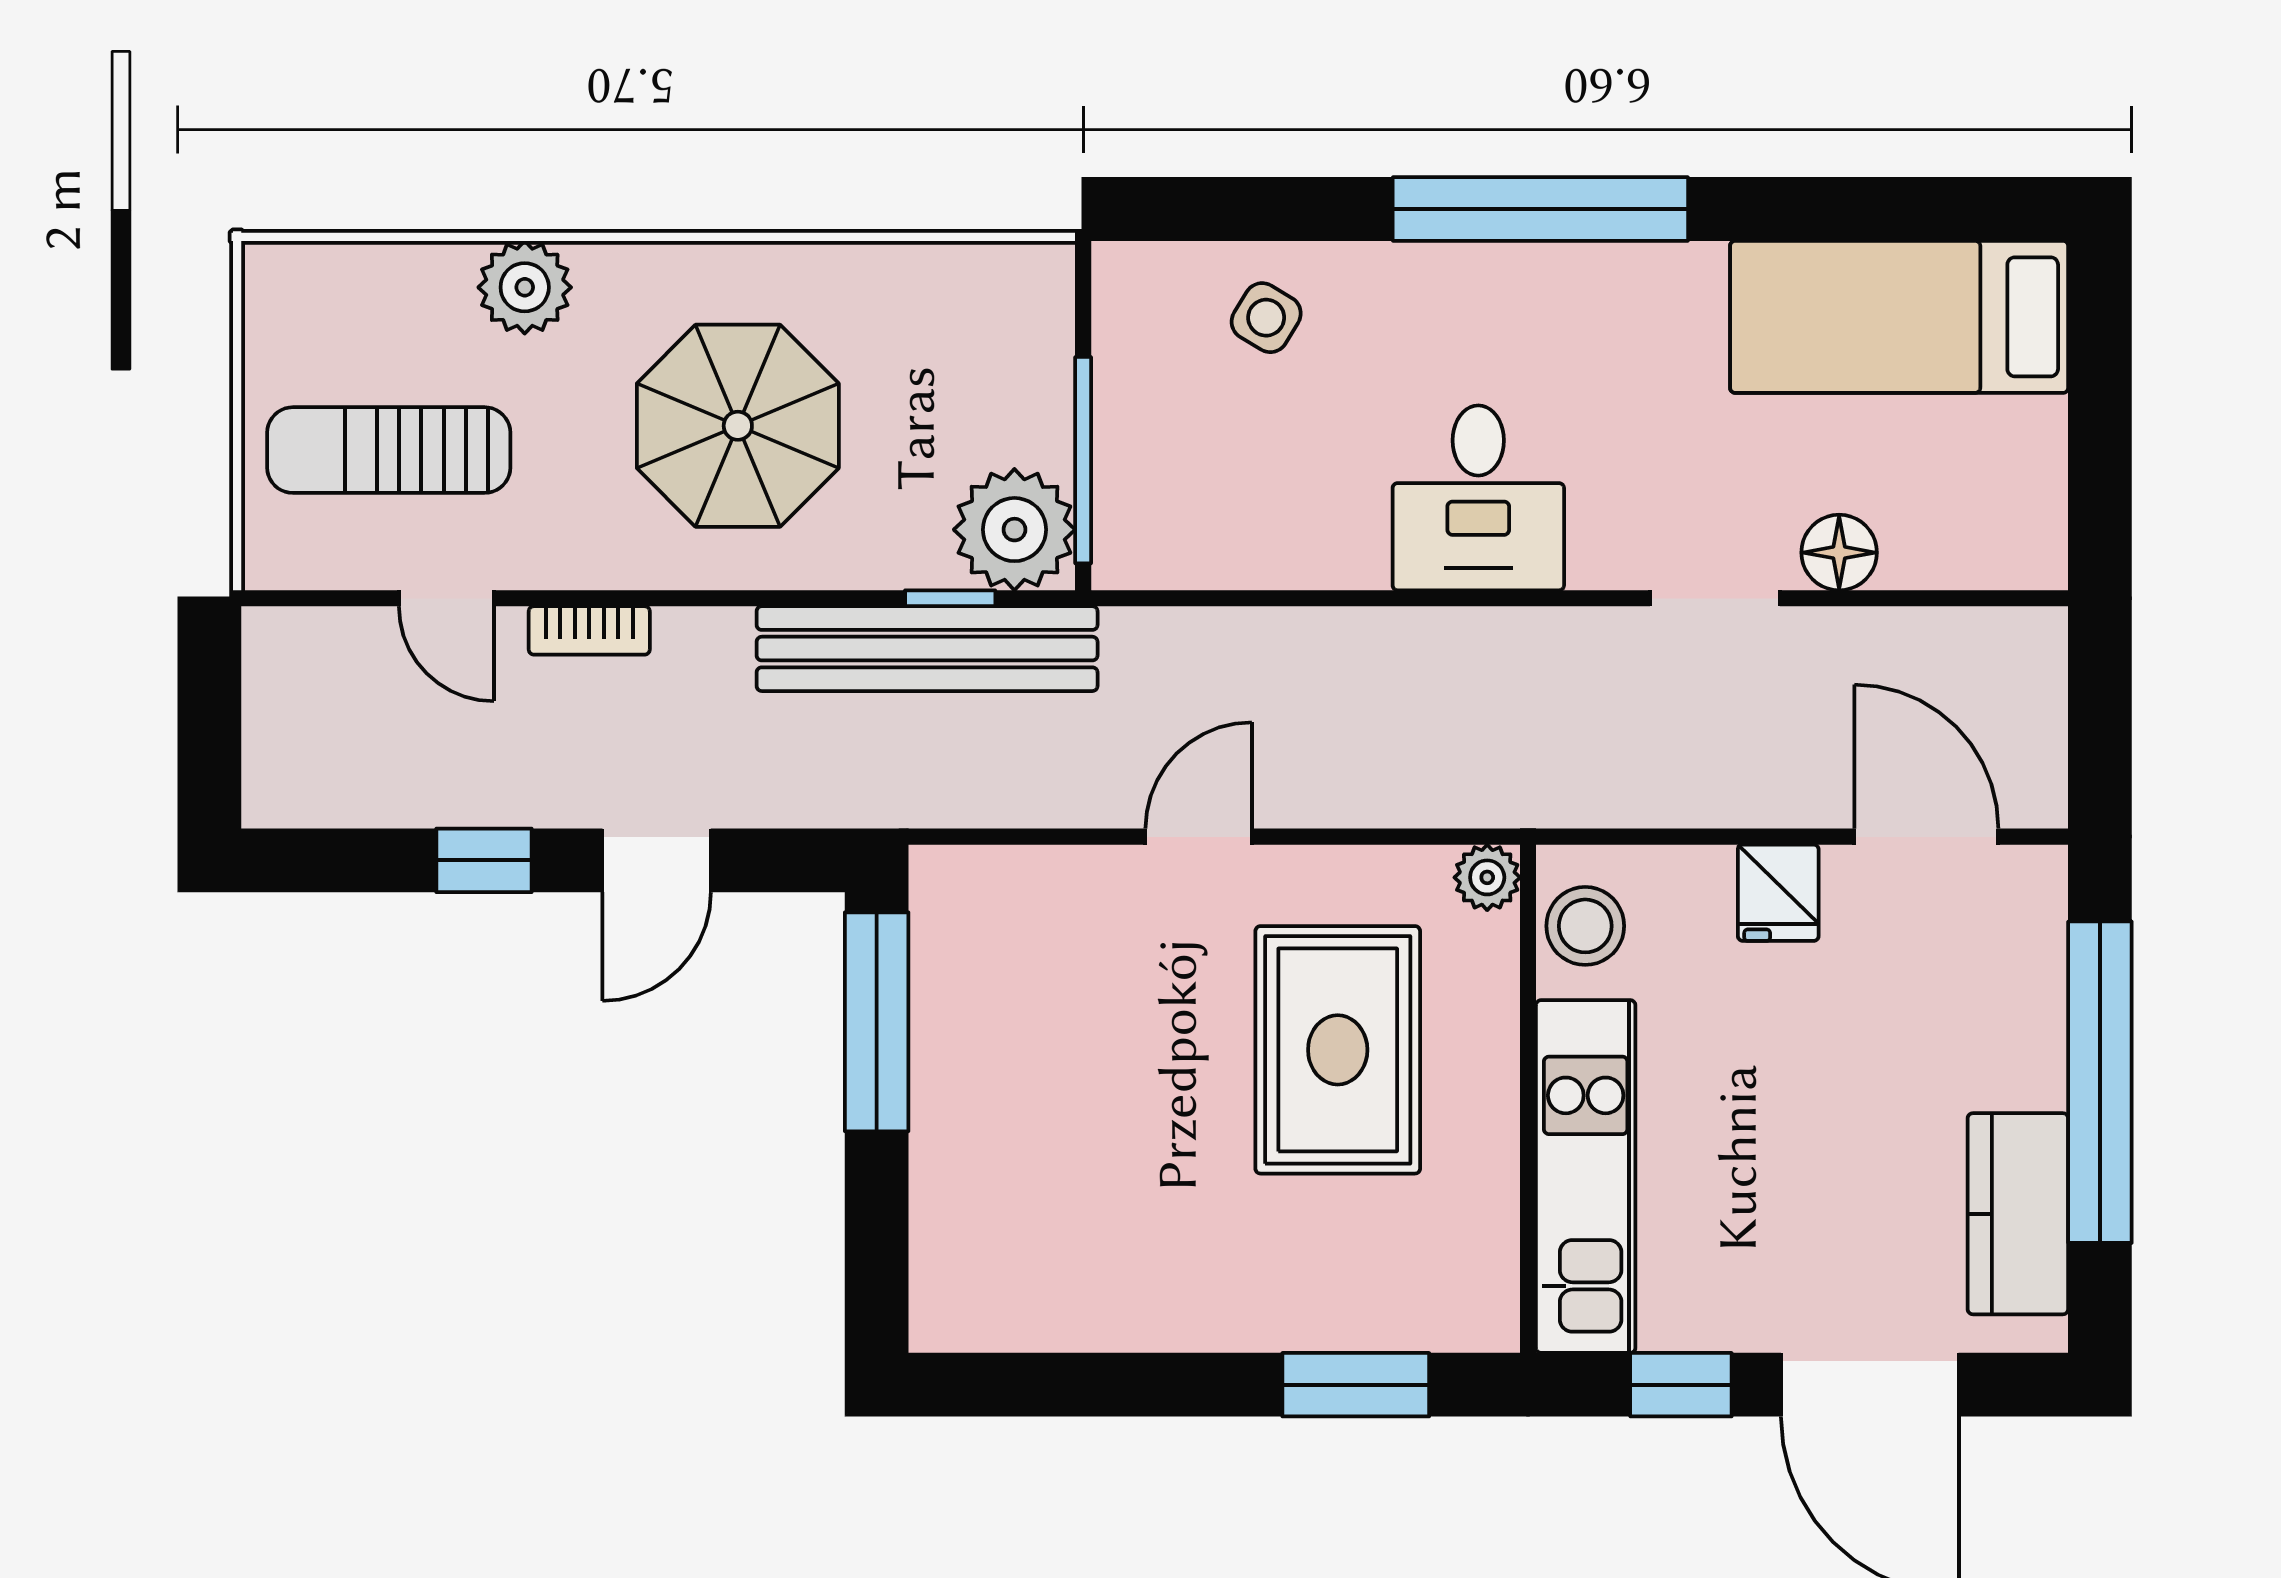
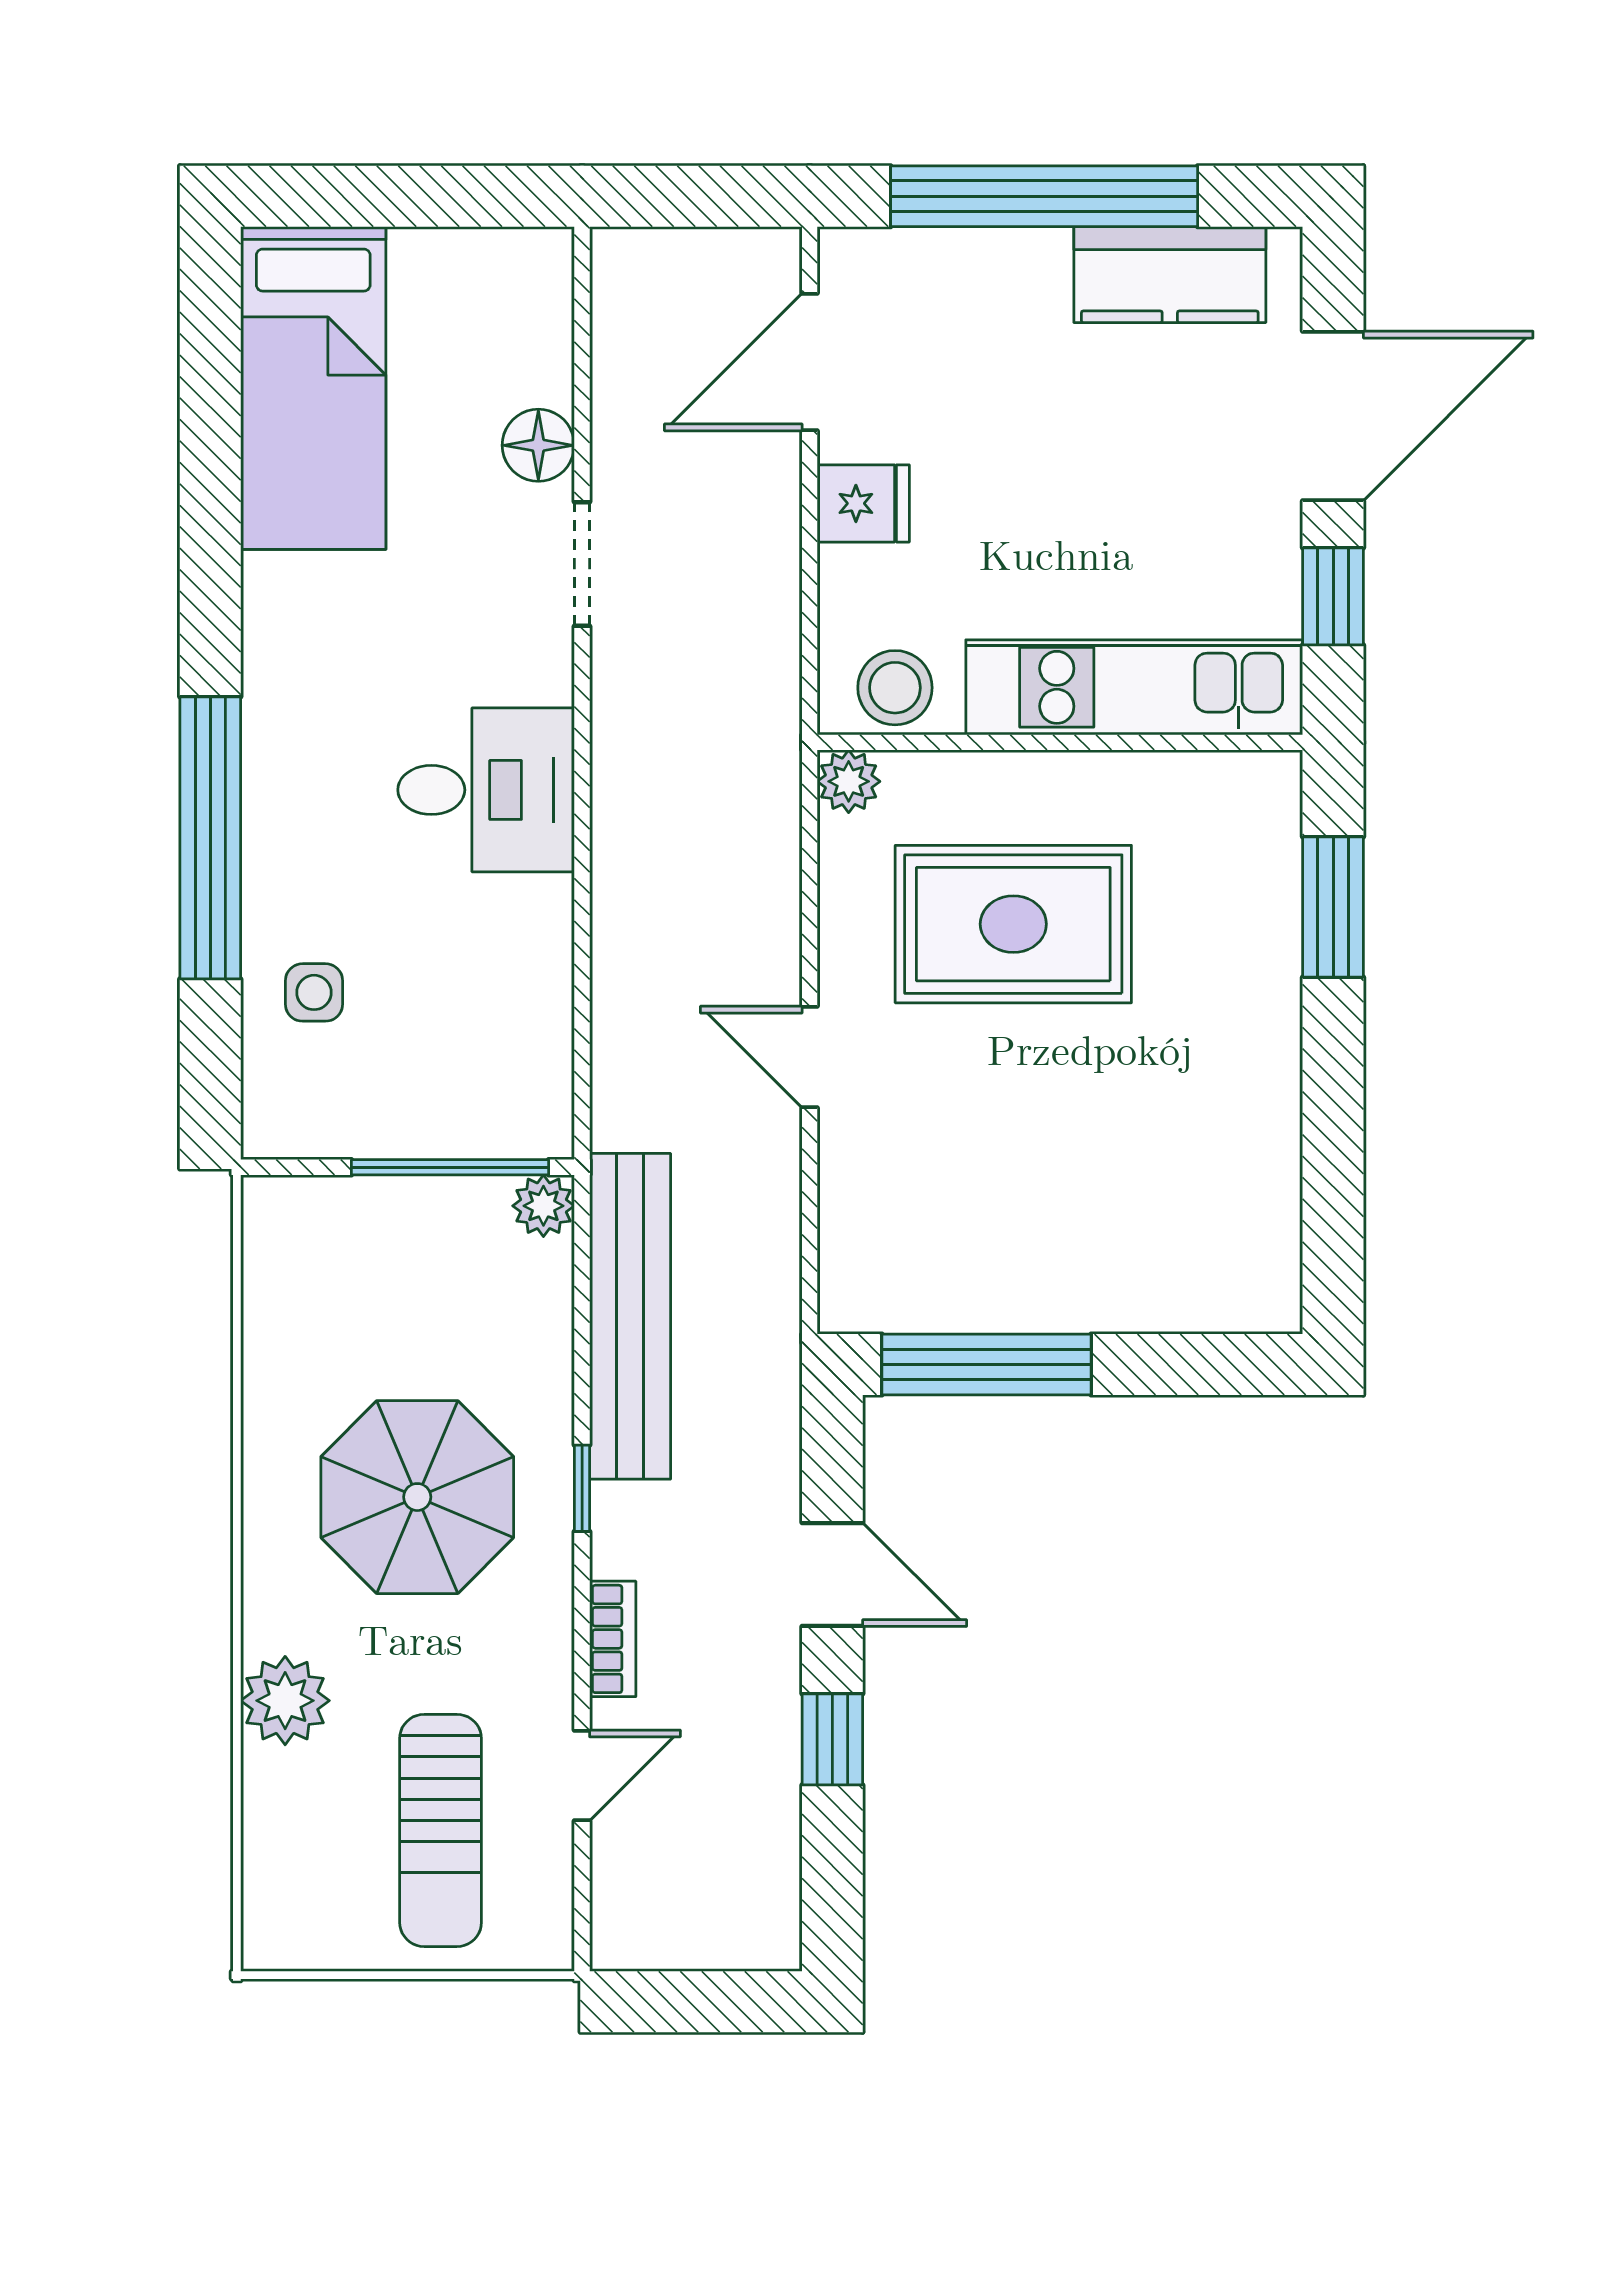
window: (1540, 209) -> (210, 838), moved
side table: (1266, 318) -> (314, 992), turned -31
plant: (1014, 530) -> (543, 1206), width x0.53, depth x0.53
window: (950, 598) -> (582, 1488), moved

